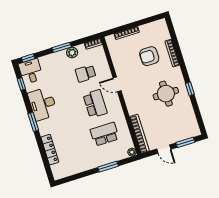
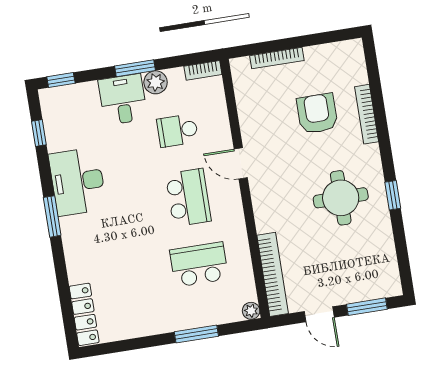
armchair: (149, 56) -> (317, 114), turned 90
desk: (31, 71) -> (123, 99), moved
locker: (50, 150) -> (84, 314), moved

